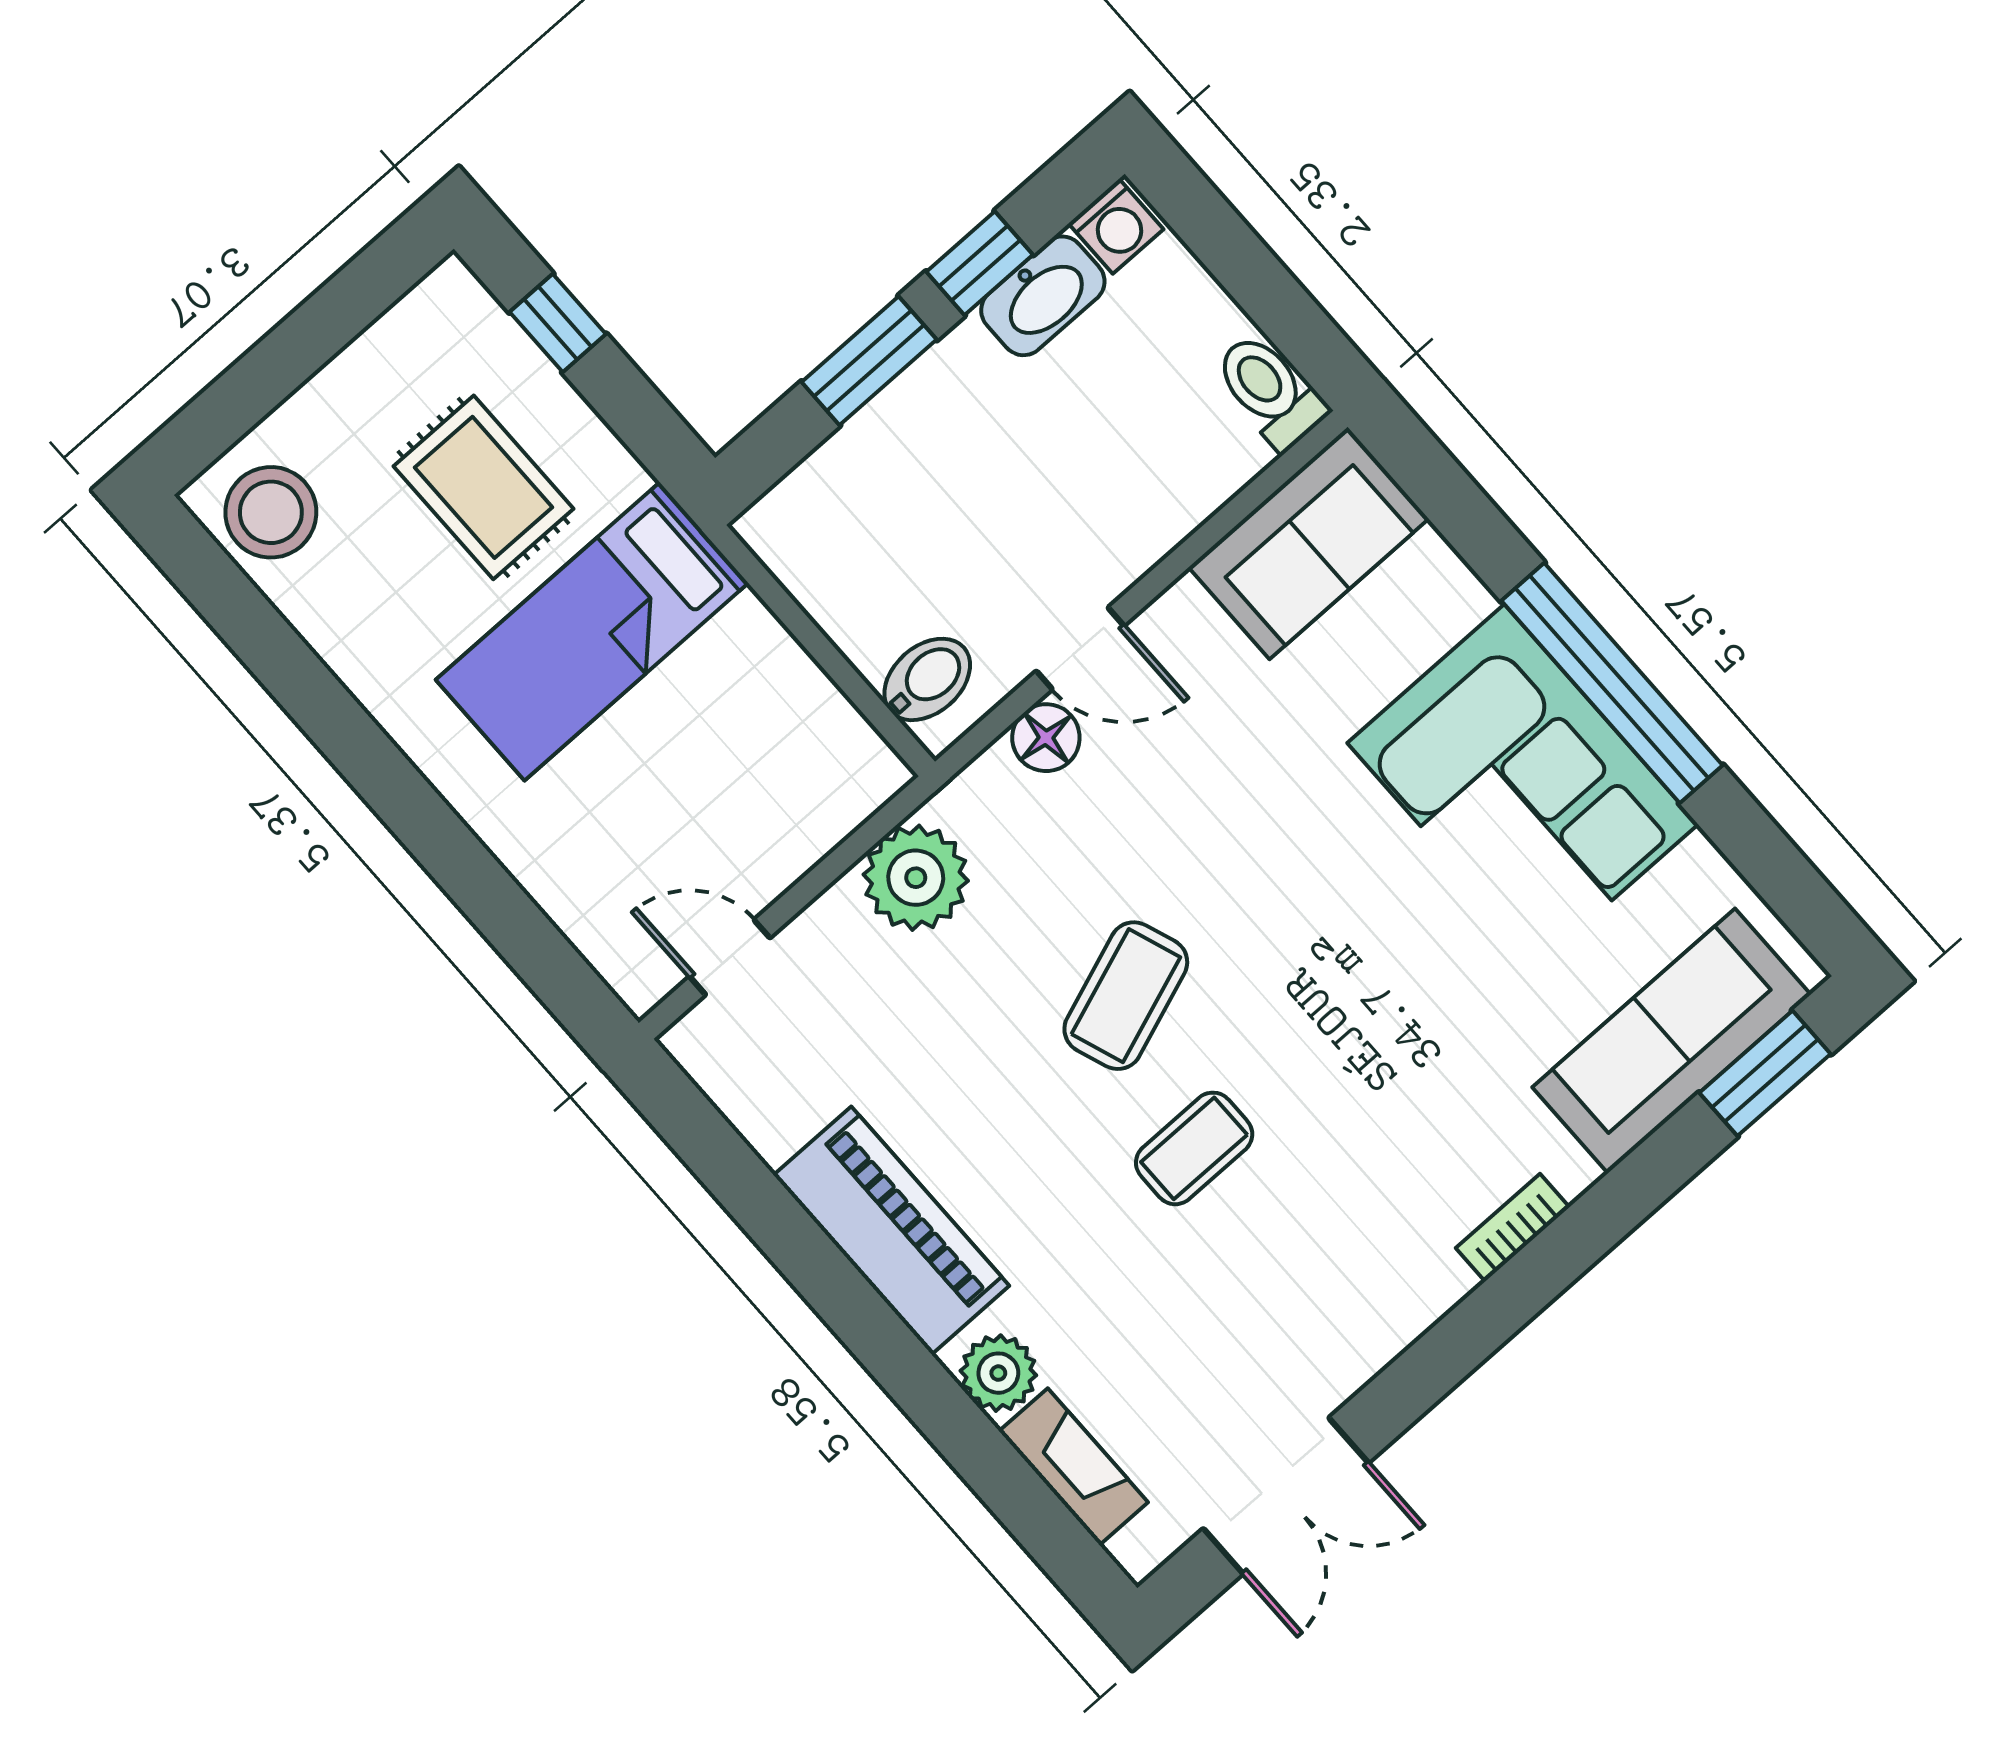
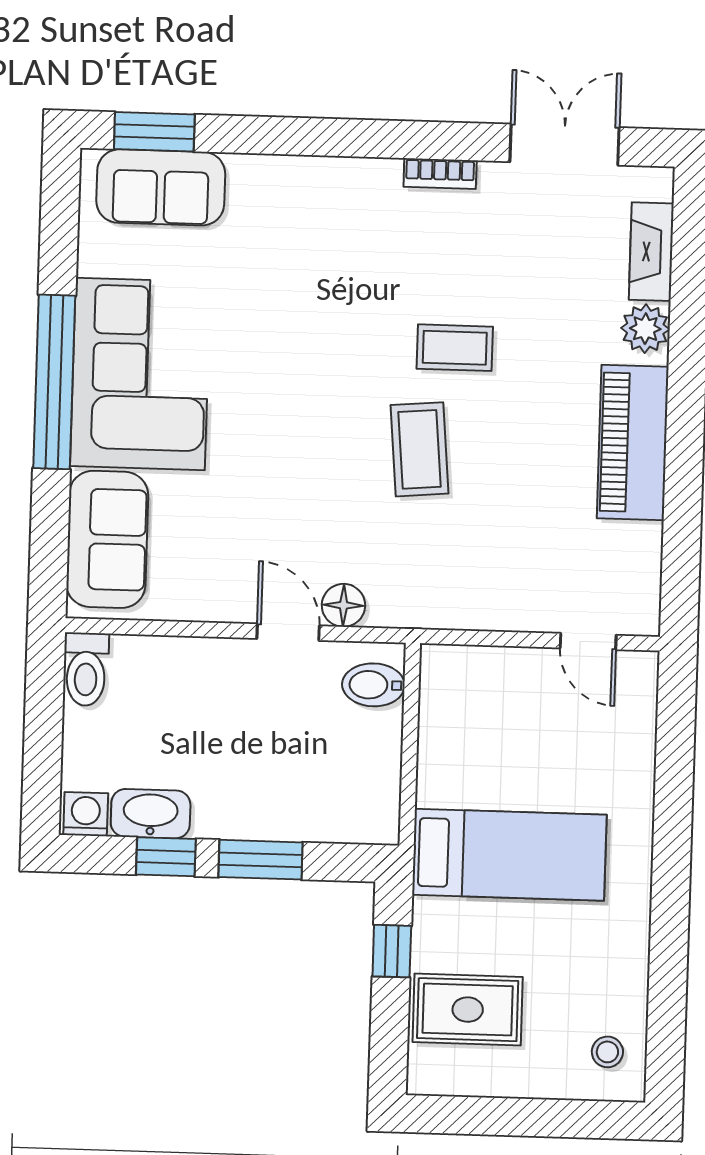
window: (558, 323) -> (392, 951), moved
rug: (484, 487) -> (468, 1010), moved, turned 90
stool: (271, 512) -> (607, 1052), width x0.53, depth x0.53
sofa: (1309, 543) -> (107, 539), moved, turned 90
plant: (916, 878) -> (466, 597), removed
coffee table: (1126, 996) -> (420, 449), turned -75
sofa: (1672, 1041) -> (161, 187), width x0.73
bookcase: (1513, 1228) -> (440, 174), moved

